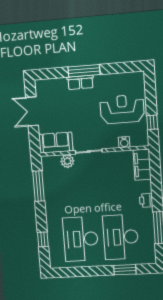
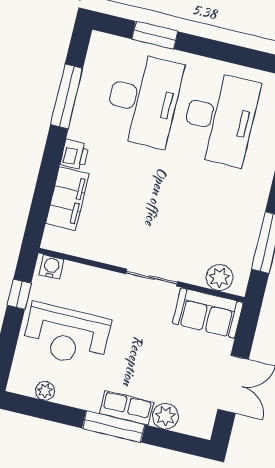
plant: (124, 77) -> (45, 391), added
plant: (60, 85) -> (165, 416), added
water cooler: (124, 142) -> (51, 267), moved
plant: (67, 161) -> (220, 278), moved
filing cabinet: (142, 165) -> (67, 199), moved

